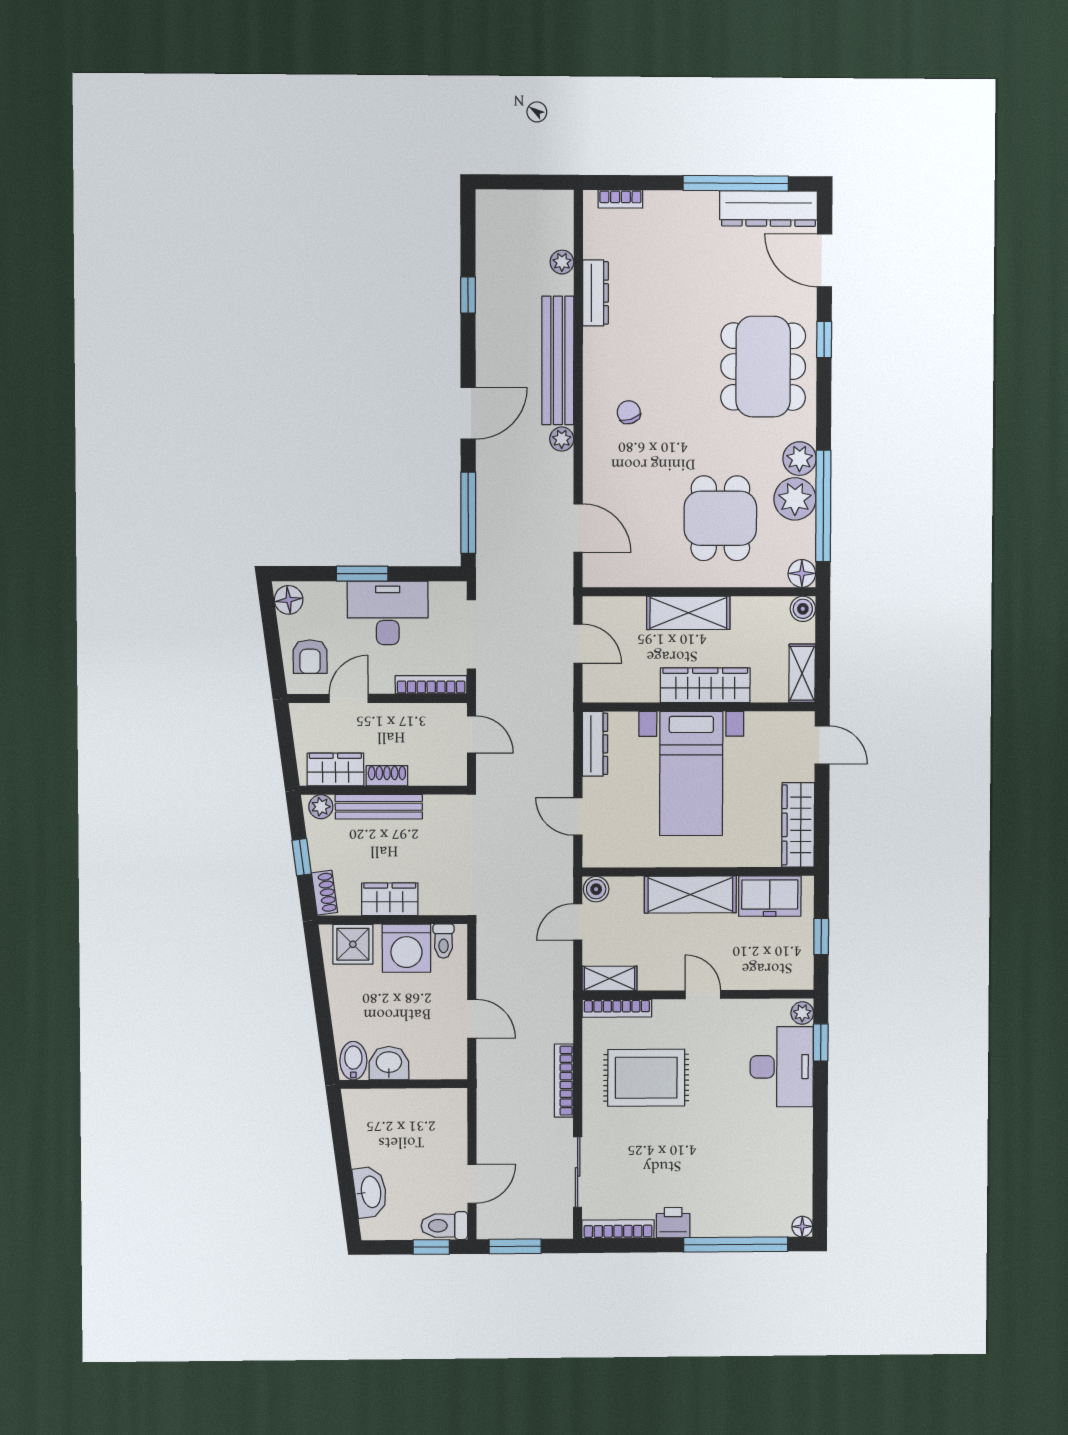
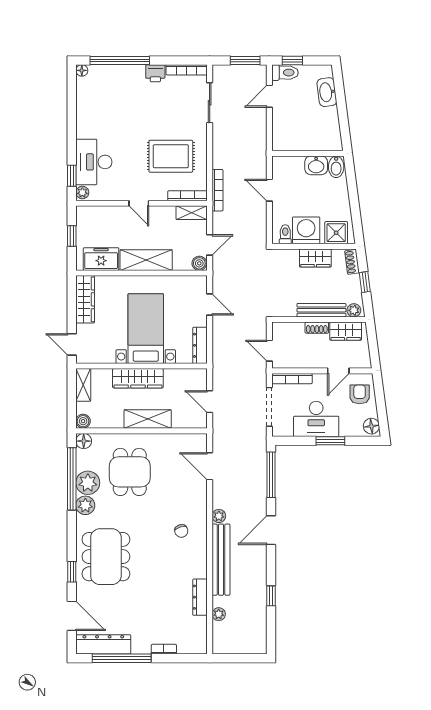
bookcase: (620, 199) -> (164, 649), moved
bookcase: (564, 1081) -> (217, 190), moved

